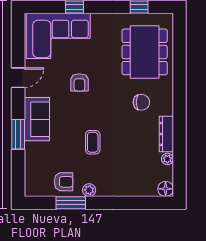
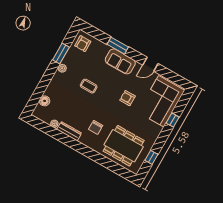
door: (18, 78) -> (150, 64), hinge flipped
armchair: (64, 182) -> (83, 44), moved
floor lamp: (166, 189) -> (45, 101), moved

